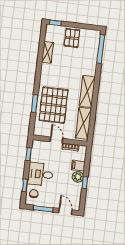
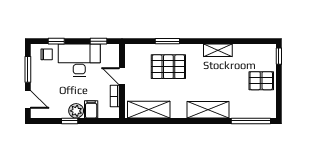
shelving: (48, 52) -> (218, 50), moved
shelving: (87, 92) -> (208, 110), moved
pallet: (54, 105) -> (168, 67), width x0.73, depth x0.71
door: (57, 140) -> (122, 76), swing flipped
desk: (40, 174) -> (79, 60), width x1.37
door: (65, 211) -> (28, 99), hinge flipped

